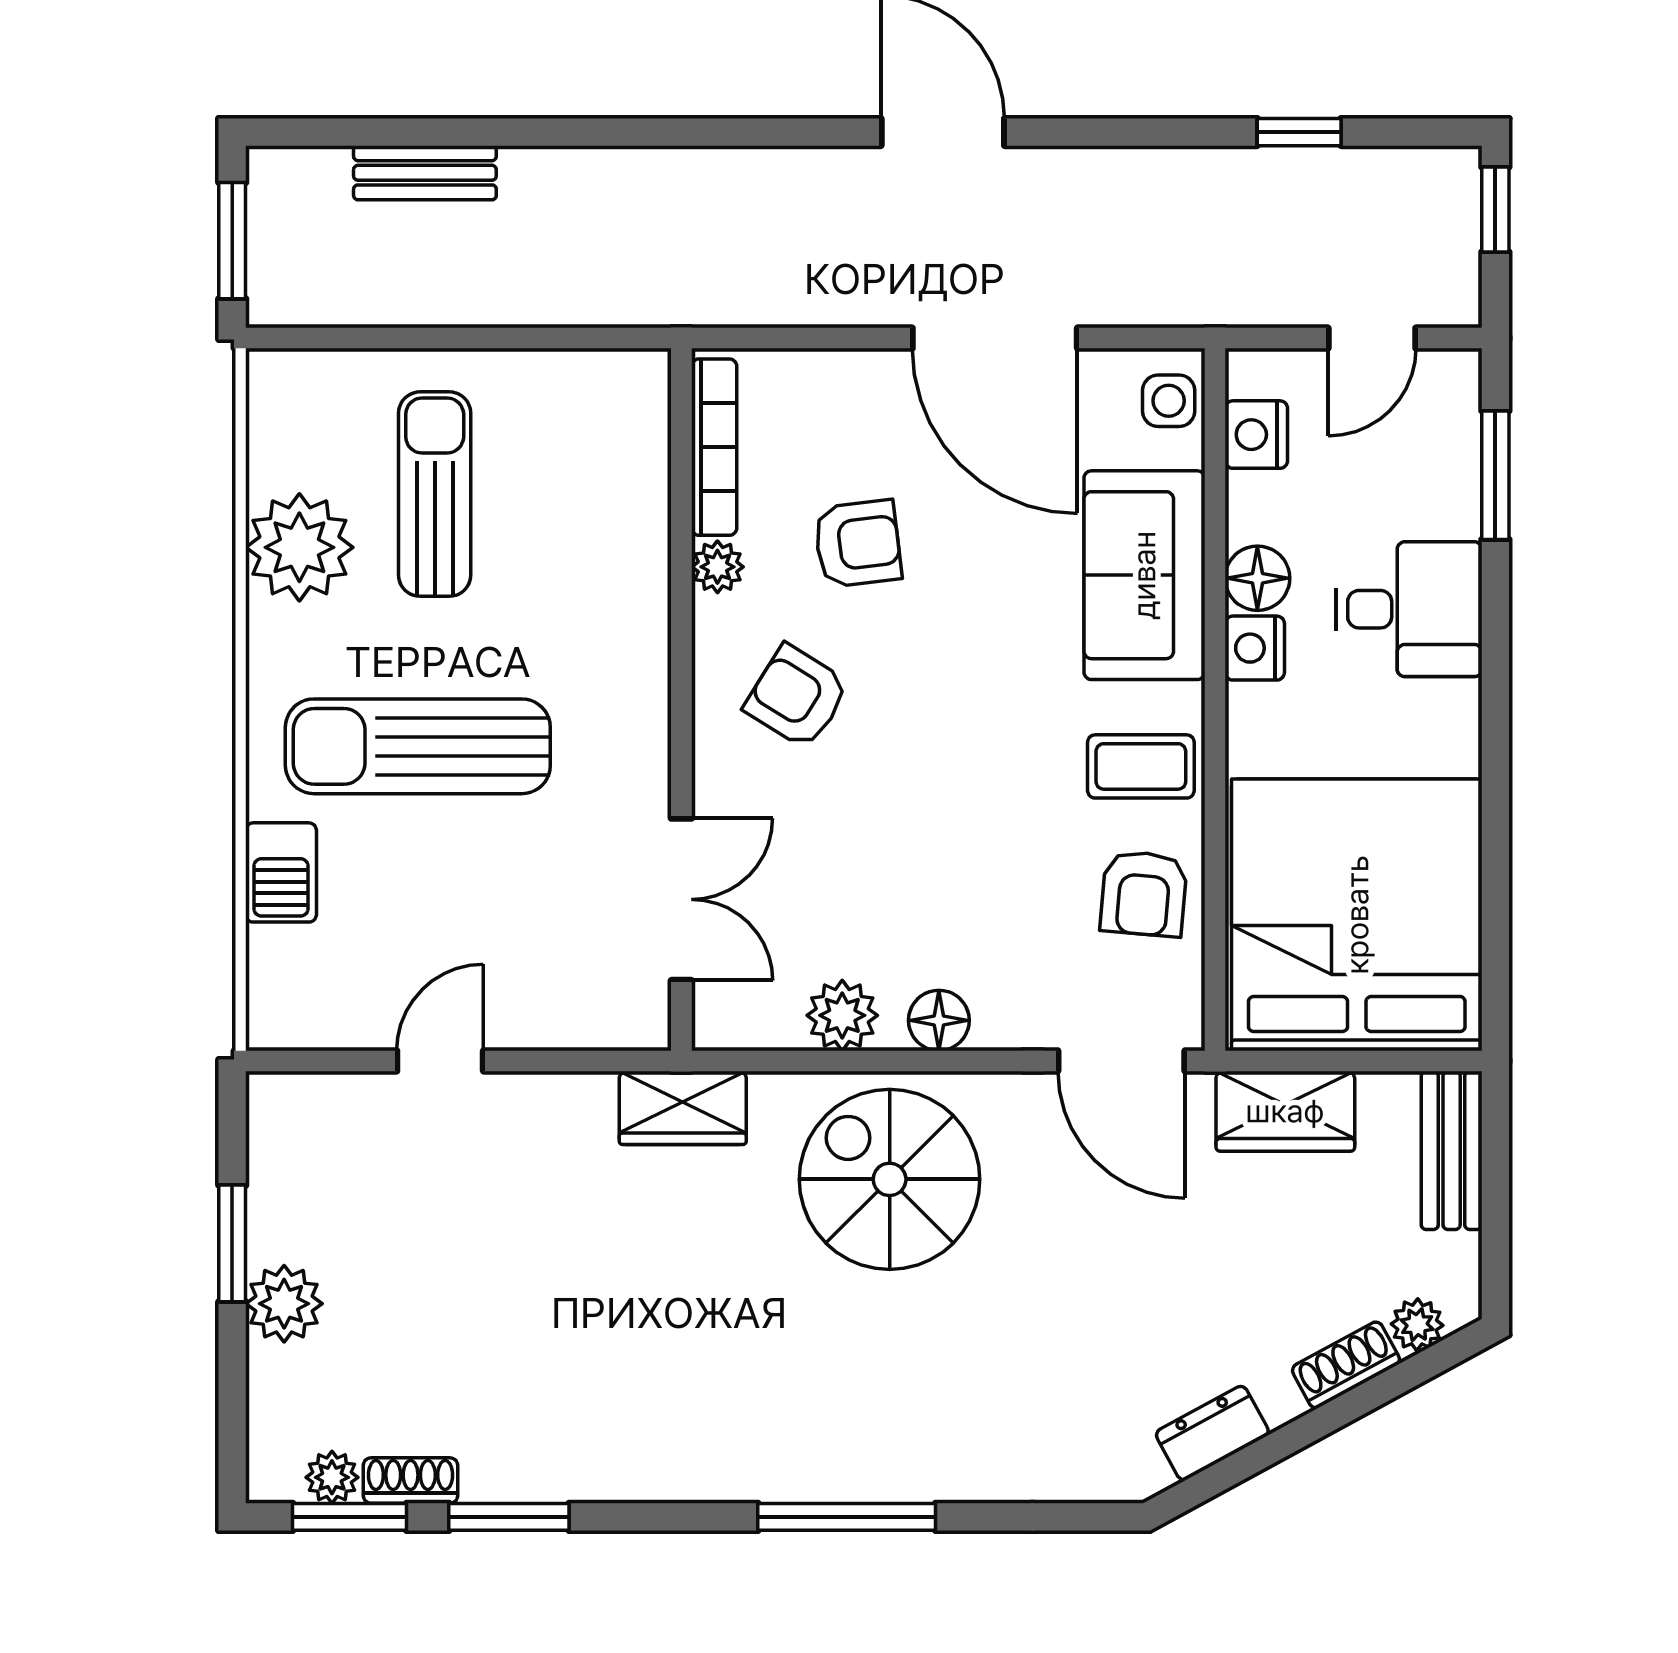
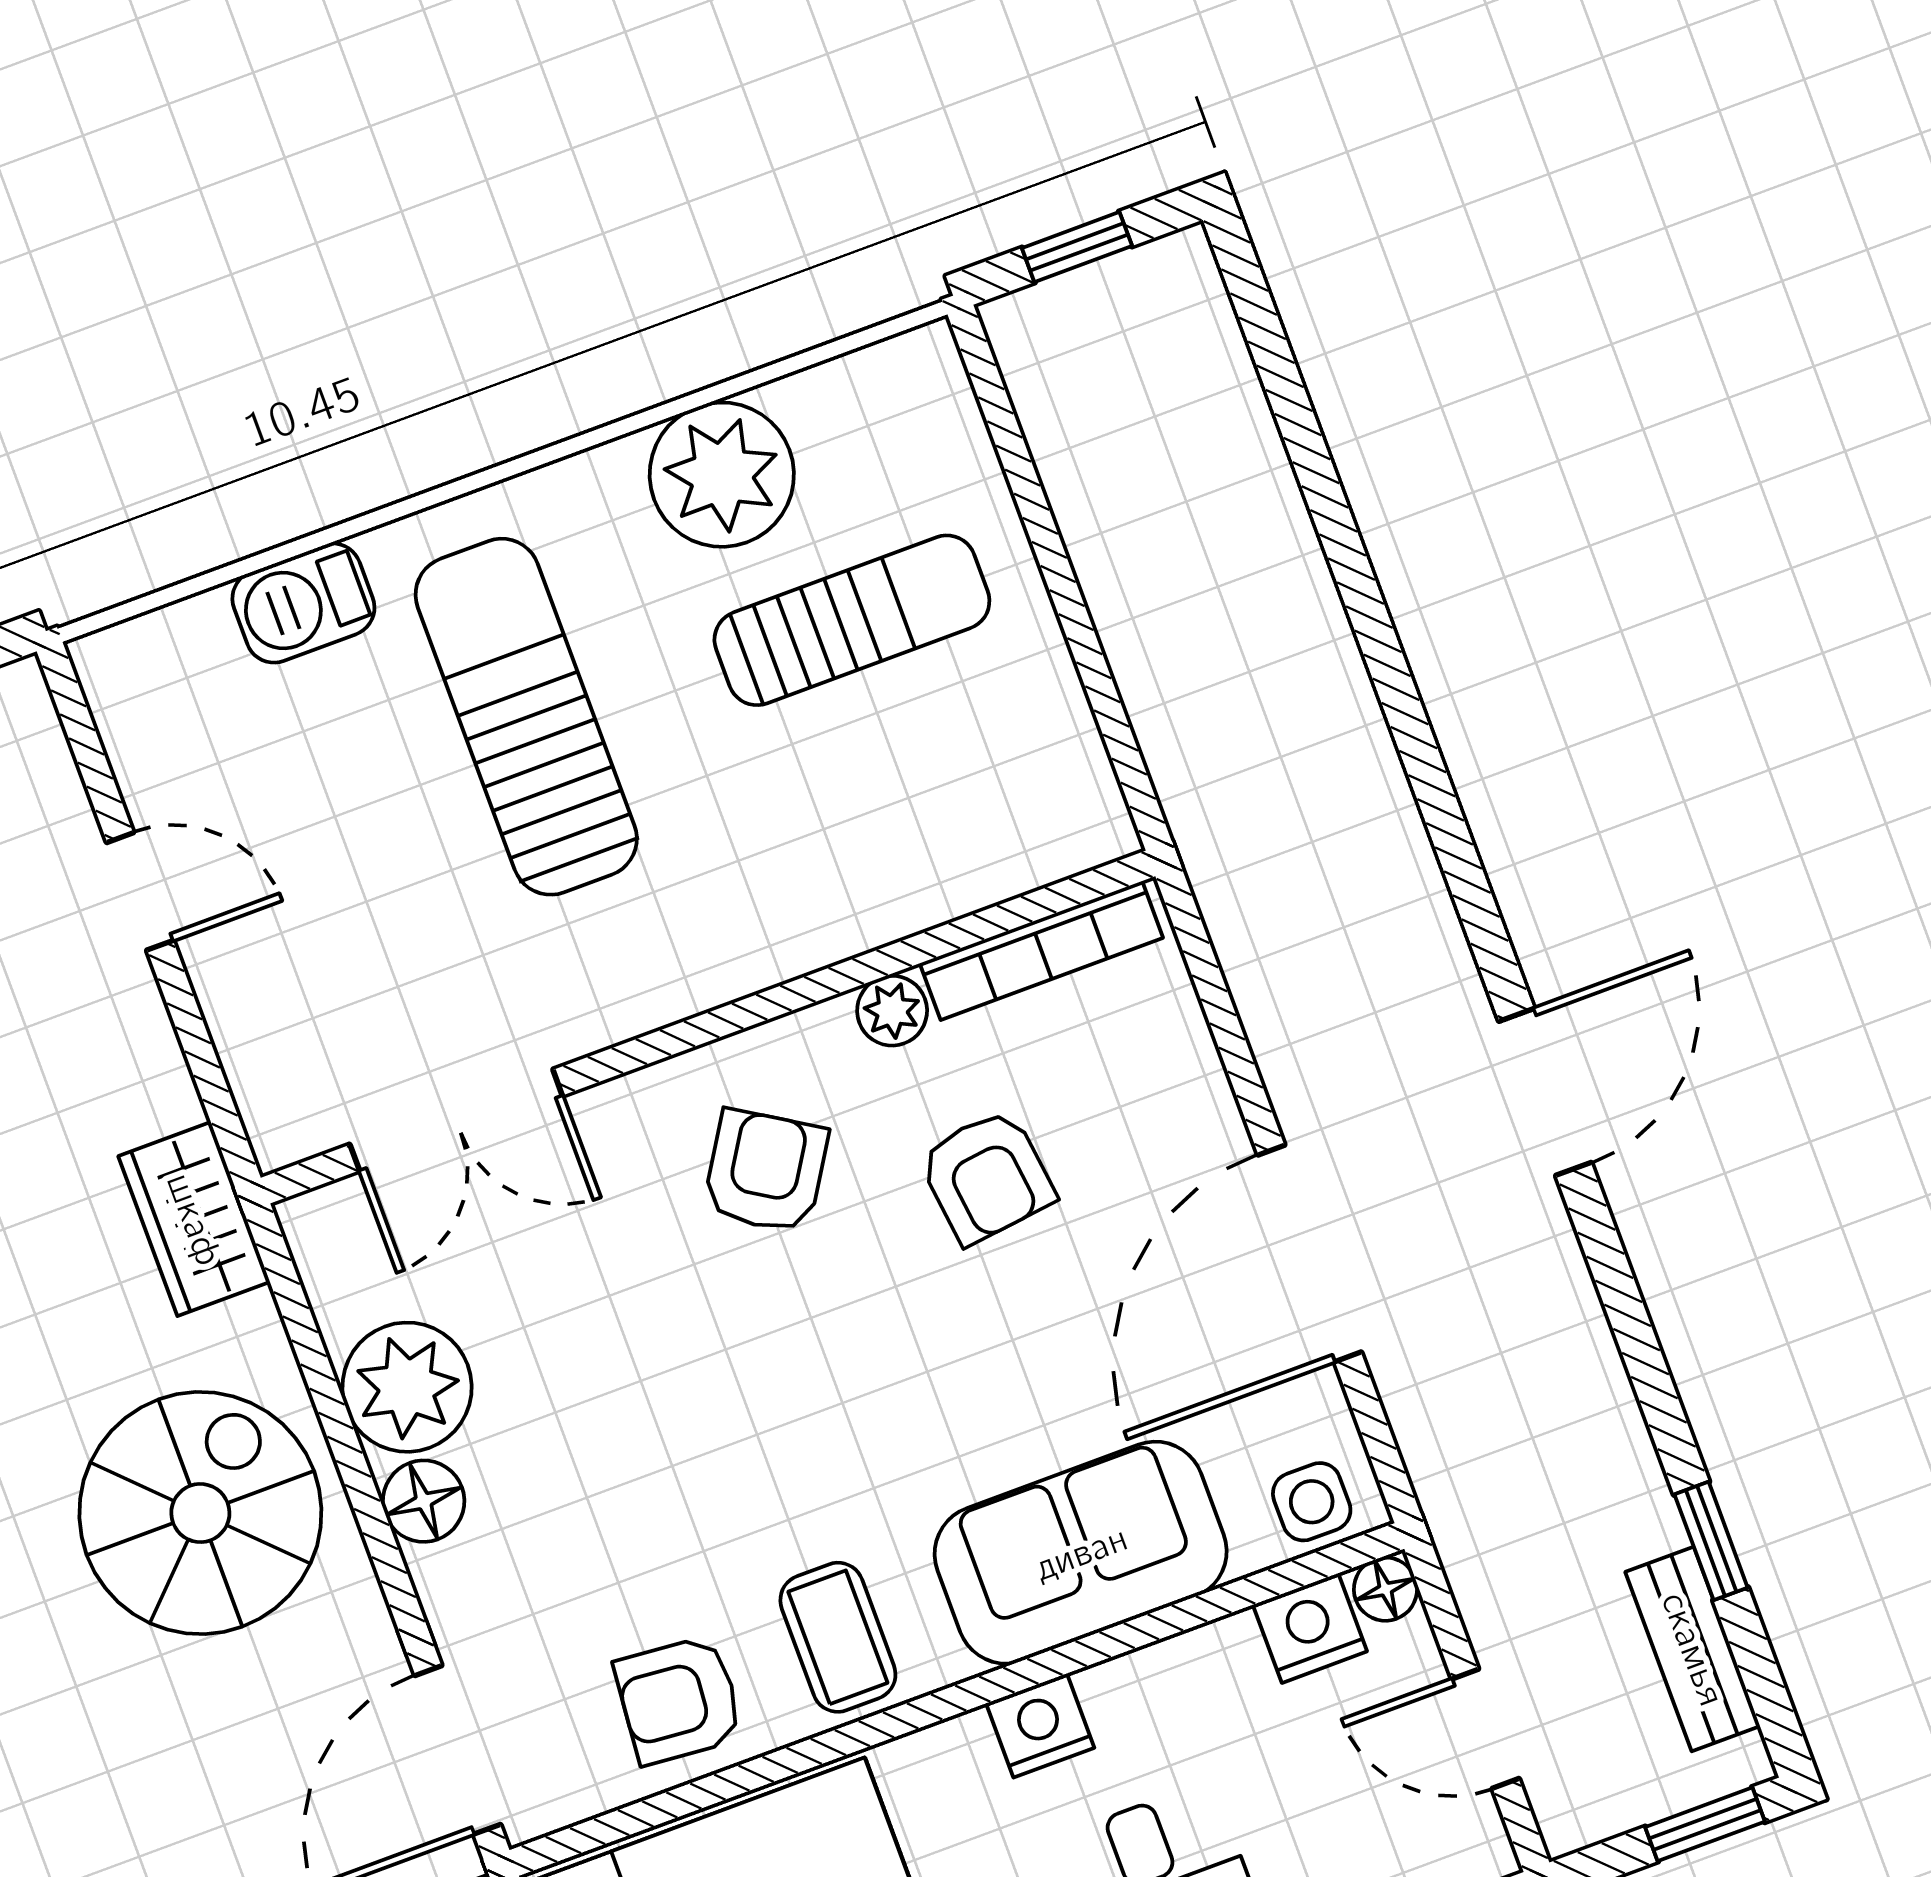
bench: (425, 173) -> (1693, 1649), moved
window: (232, 241) -> (1077, 247), width x0.67
floor lamp: (1257, 578) -> (1386, 1589), moved, width x0.73, depth x0.73
plant: (842, 1015) -> (407, 1387), width x1.36, depth x1.36

